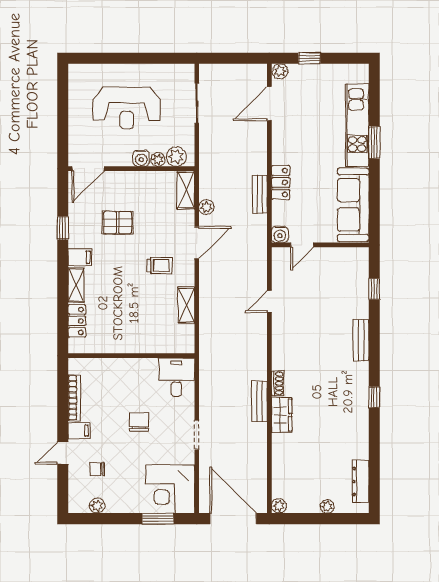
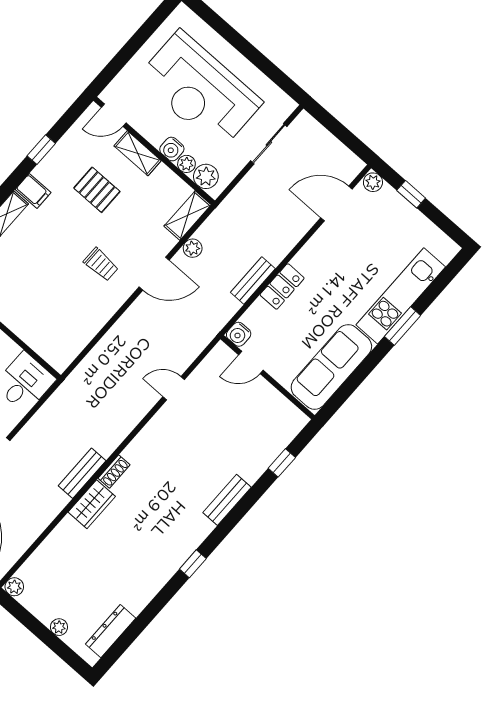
reception desk: (127, 108) -> (200, 90), width x1.36, depth x1.30
door: (88, 169) -> (114, 115), width x0.73
shelving: (186, 305) -> (138, 153), moved, turned 90

